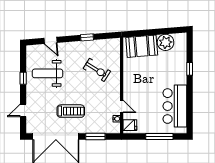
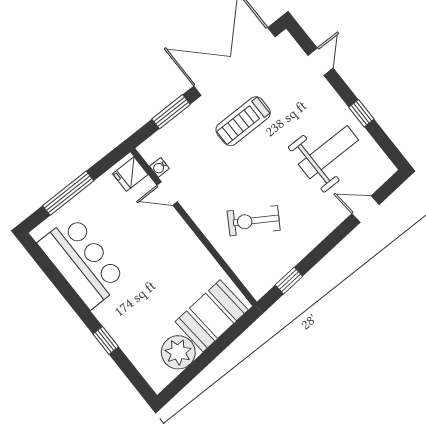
window: (87, 37) -> (289, 281), moved

